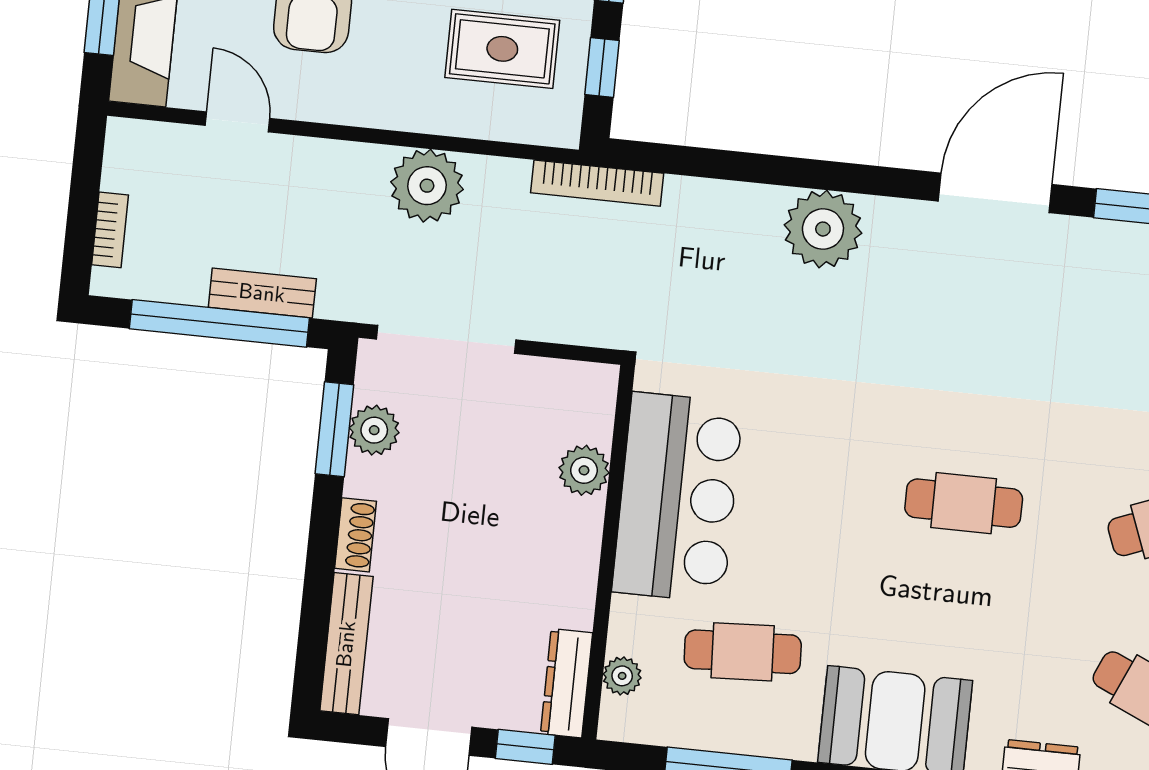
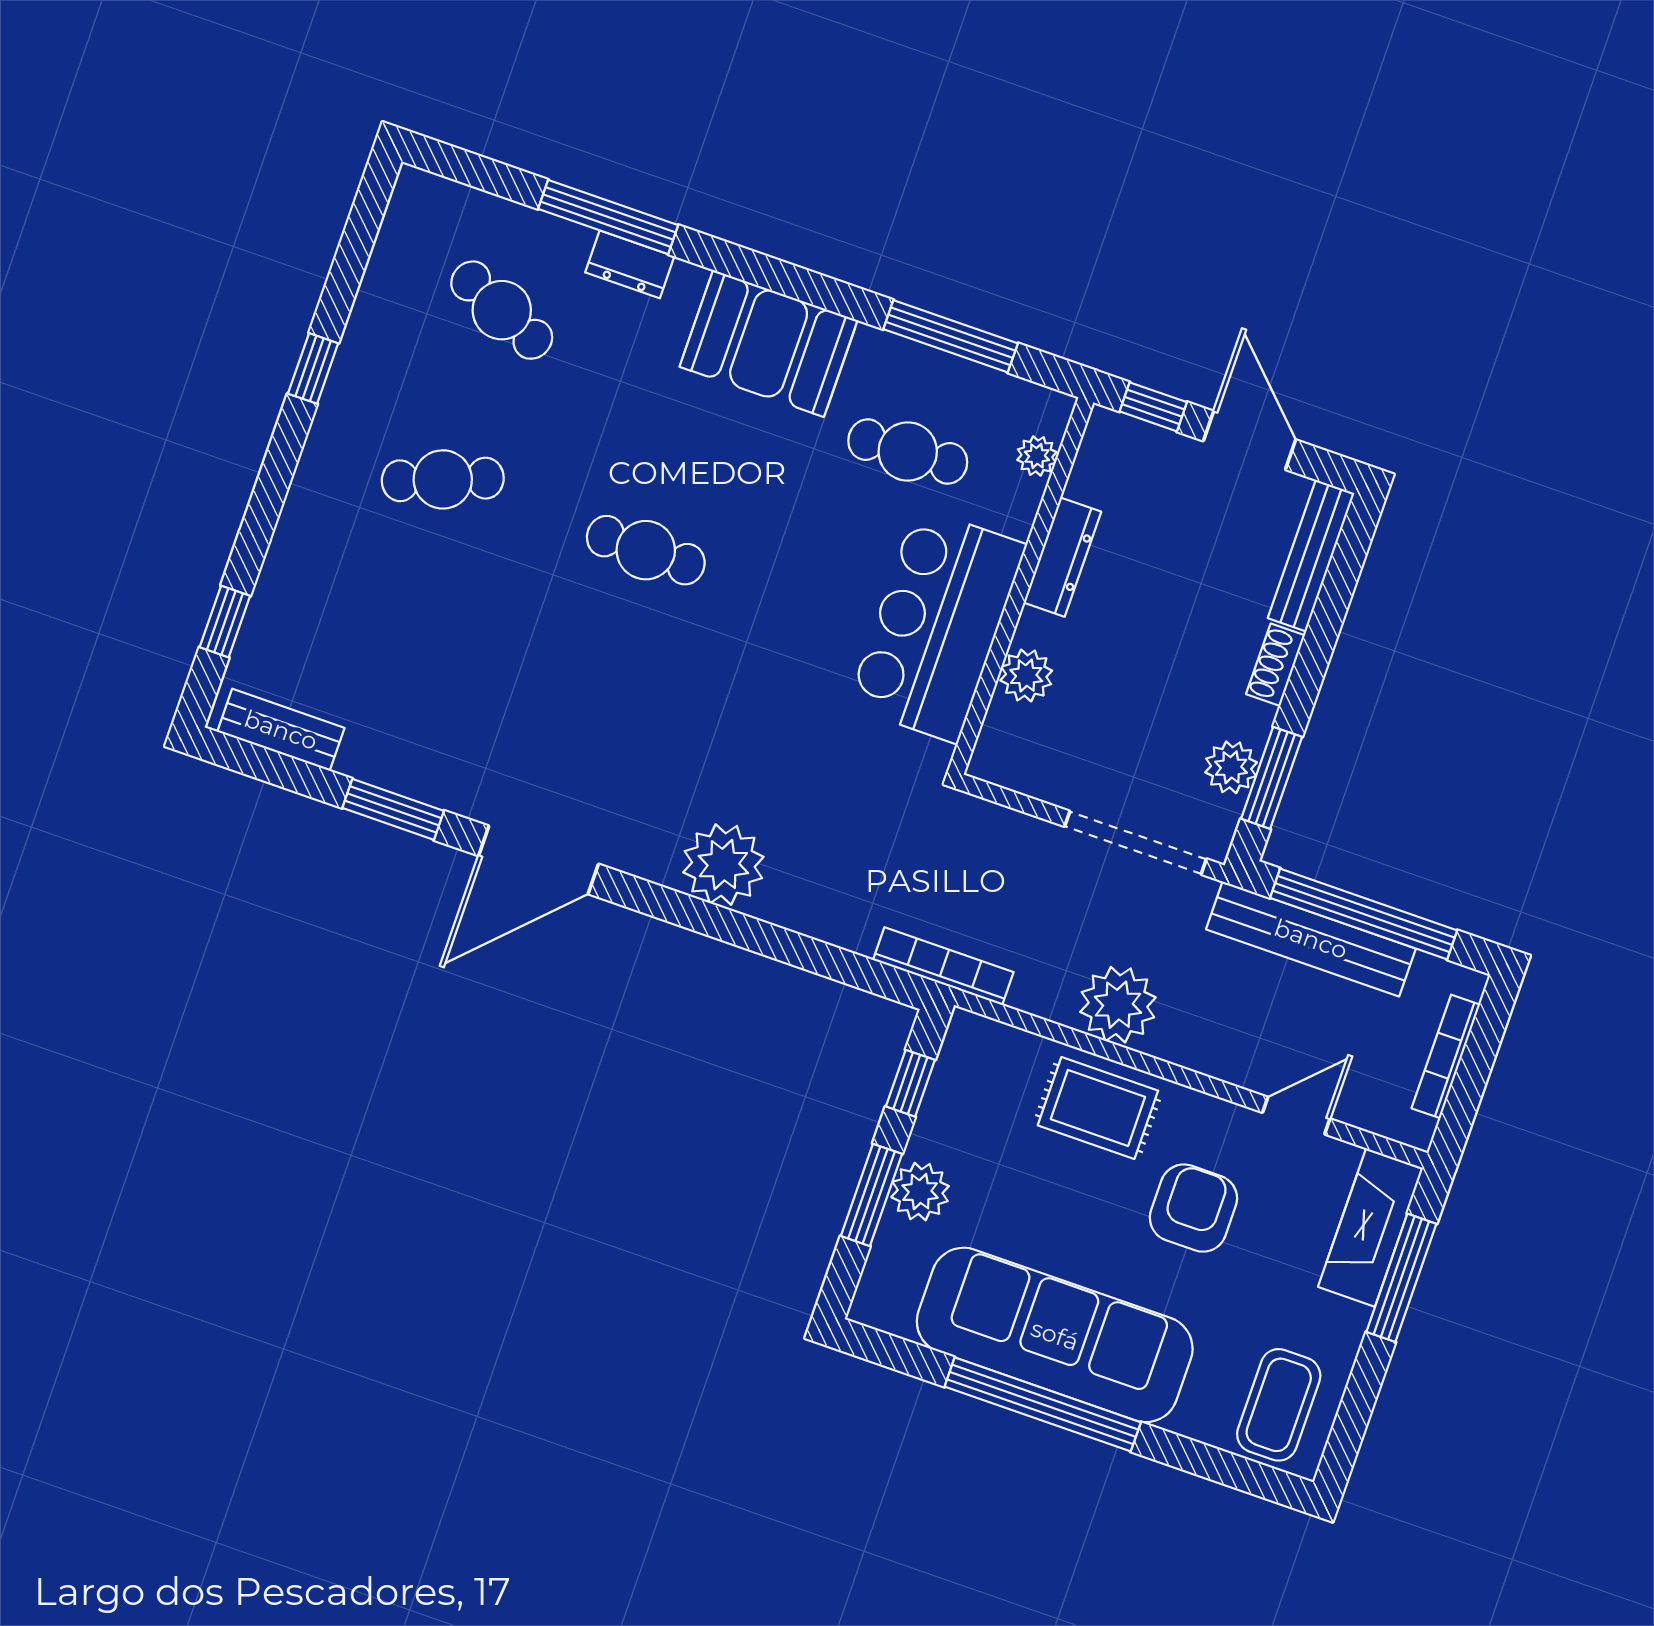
rug: (502, 49) -> (1098, 1108), moved
door: (238, 122) -> (1296, 1116), swing flipped
bookcase: (110, 230) -> (1446, 1057), width x1.56
bench: (262, 293) -> (1311, 939), width x1.86, depth x1.21
dresser: (567, 683) -> (1062, 557), moved

